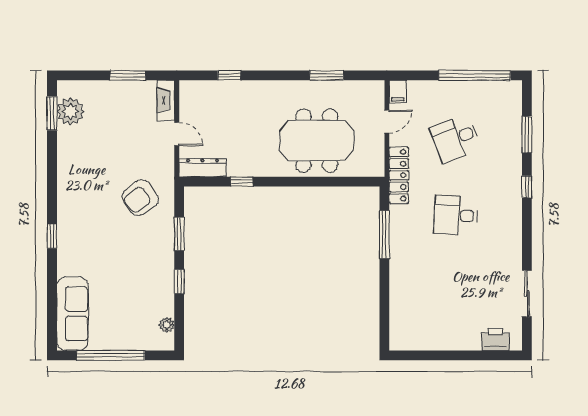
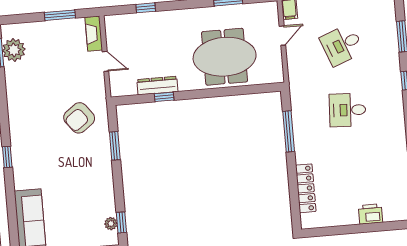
dresser: (202, 168) -> (157, 86), moved
locker: (399, 175) -> (306, 188), moved
window: (179, 282) -> (121, 222), moved
printer: (495, 339) -> (370, 214), moved

